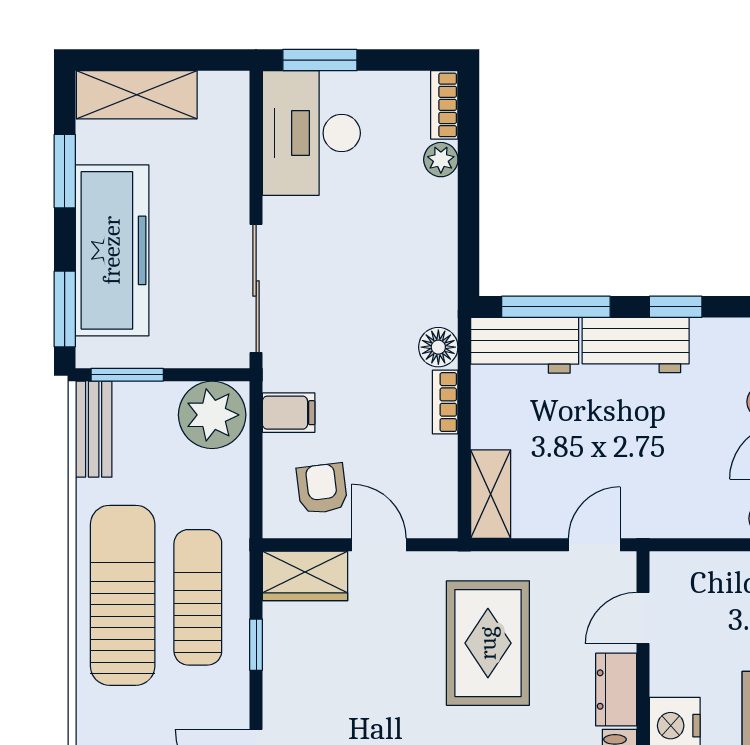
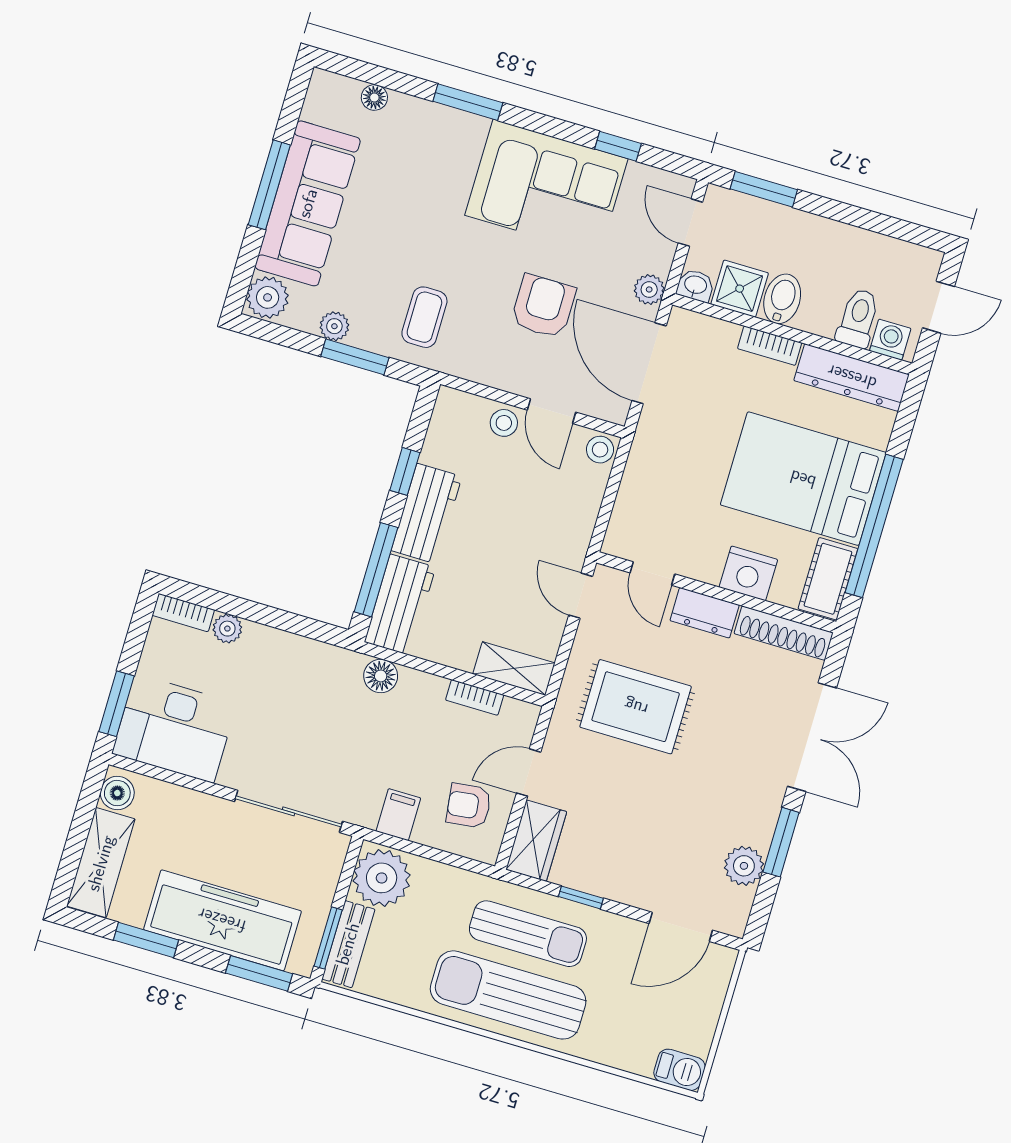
boiler: (220, 90) -> (117, 793), added
bookcase: (445, 402) -> (475, 697), moved
bench: (94, 429) -> (348, 944), moved, turned 90
sun lounger: (198, 597) -> (528, 934), turned 180

